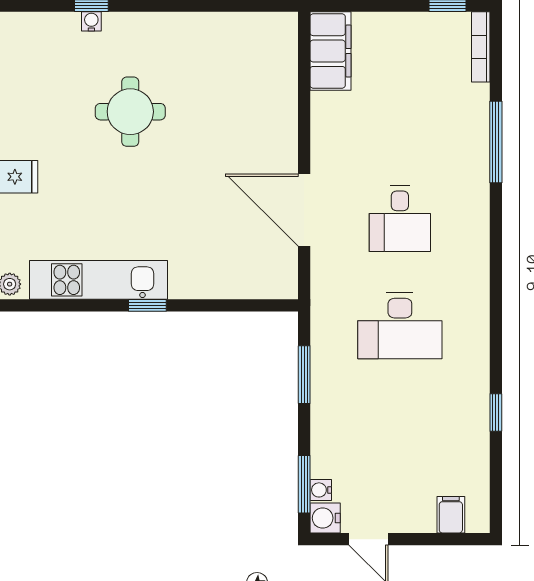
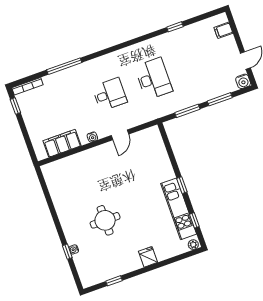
filing cabinet: (330, 51) -> (62, 143), moved
door: (304, 210) -> (120, 135), width x0.53
window: (61, 305) -> (194, 220), added
window: (304, 484) -> (220, 99), moved
water cooler: (321, 490) -> (92, 137), moved

